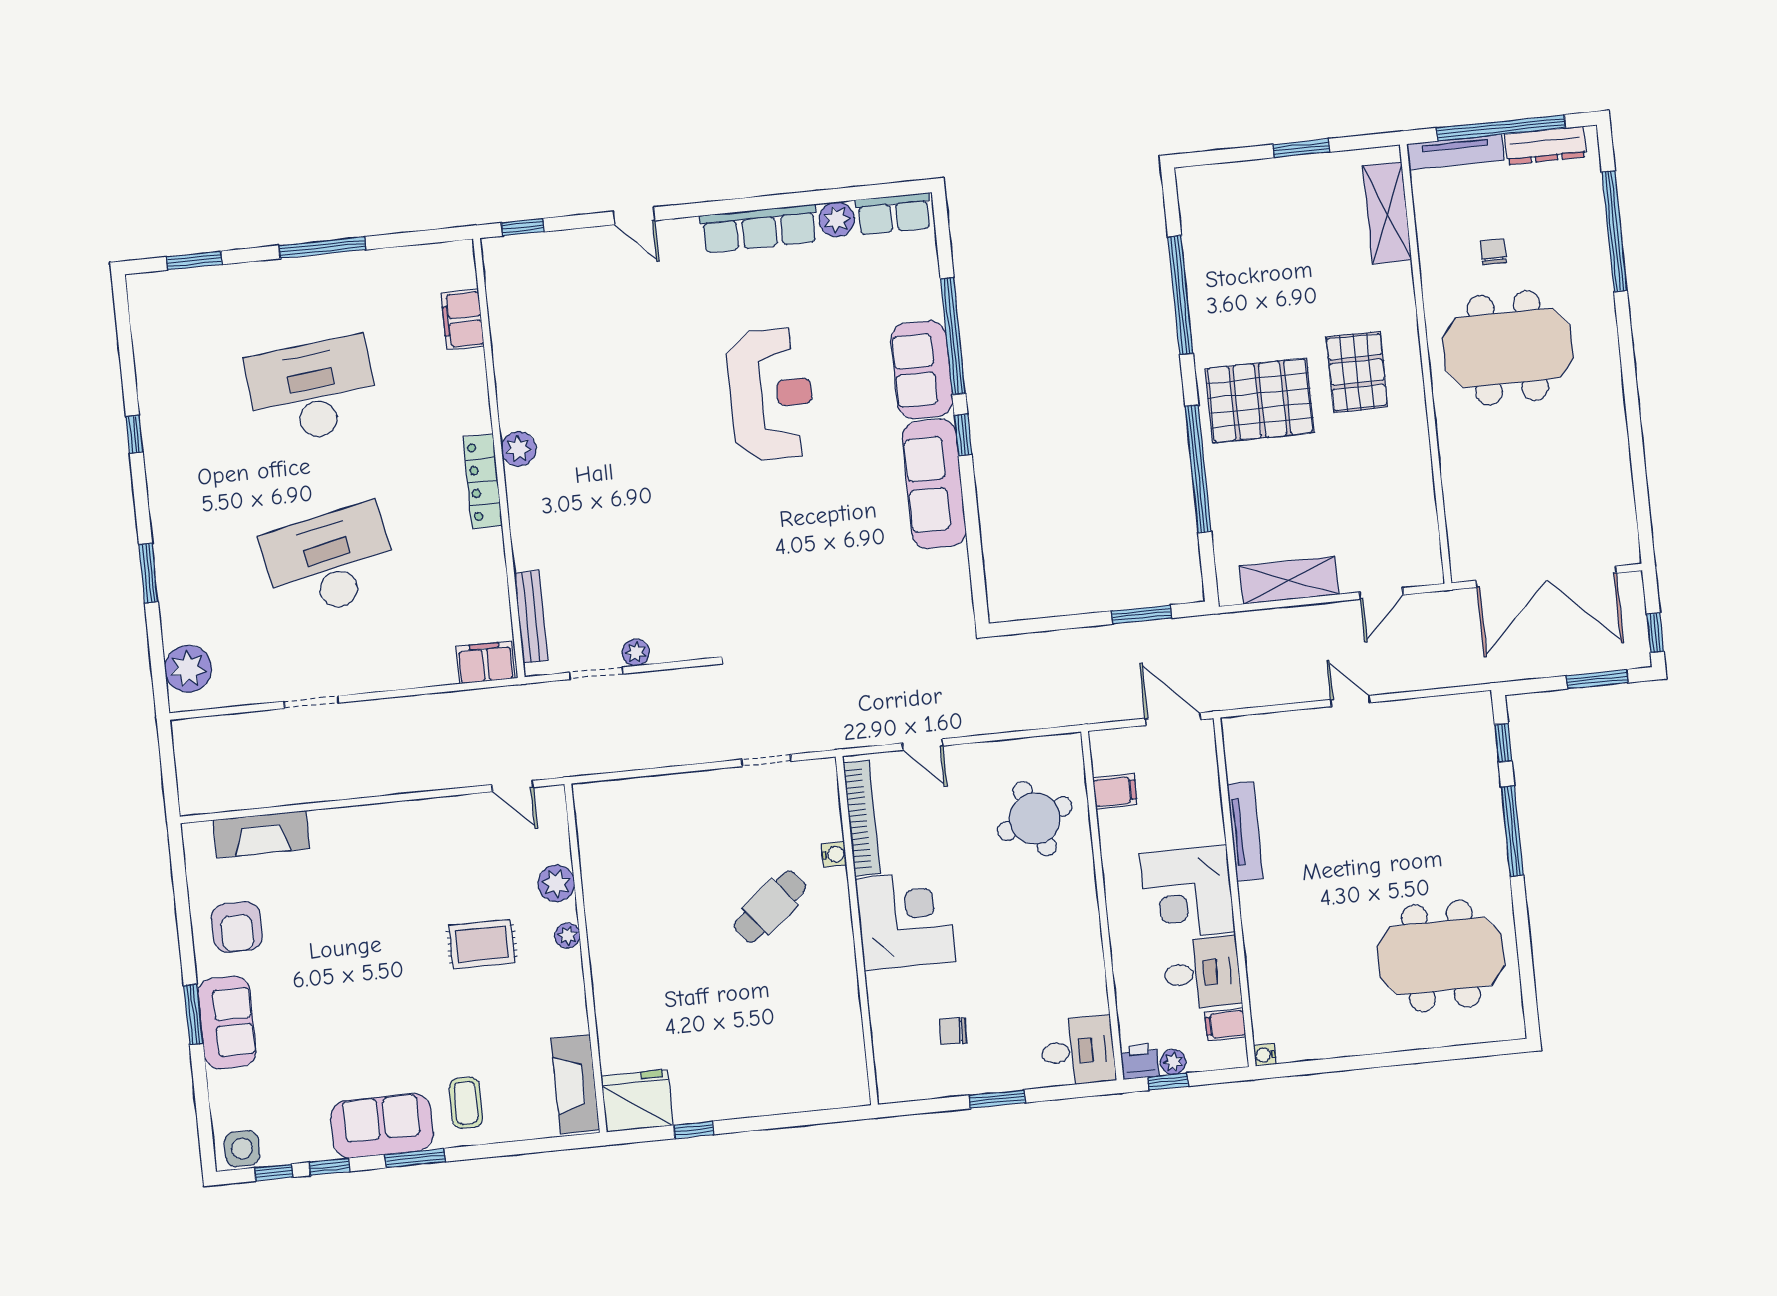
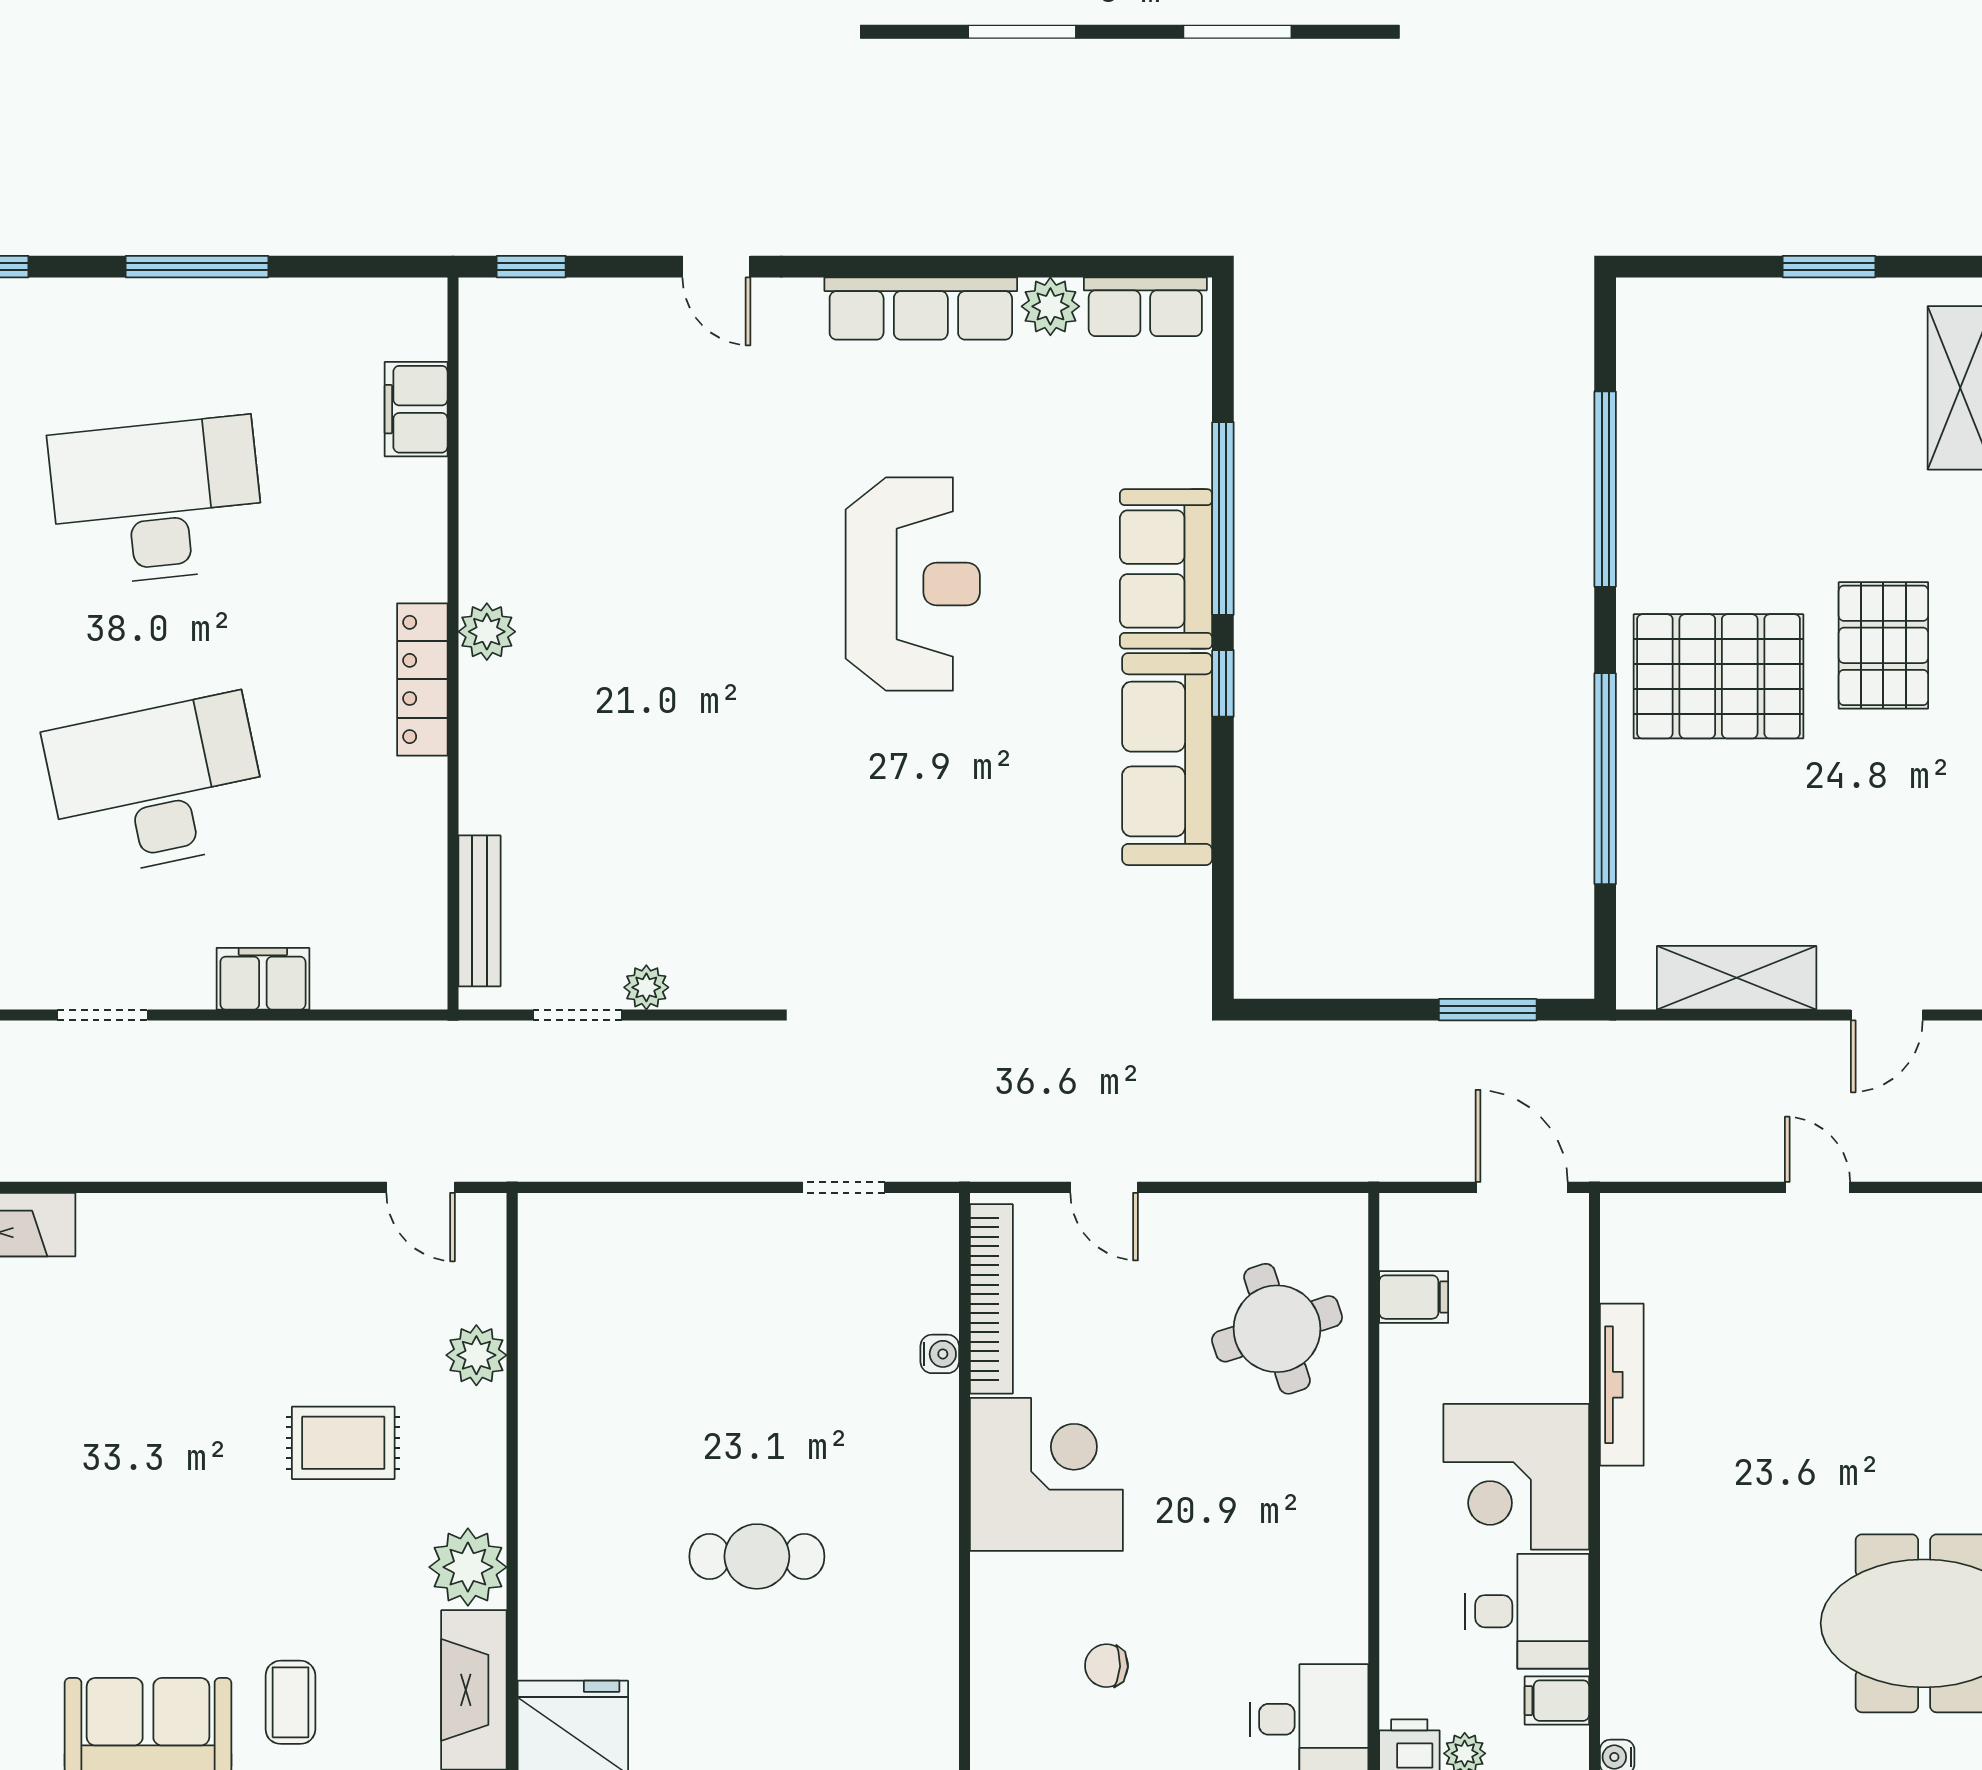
filing cabinet: (485, 662) -> (263, 979), moved
cafe table: (770, 907) -> (757, 1556), moved, turned 39
plant: (567, 936) -> (468, 1567), moved, width x1.88, depth x1.88

